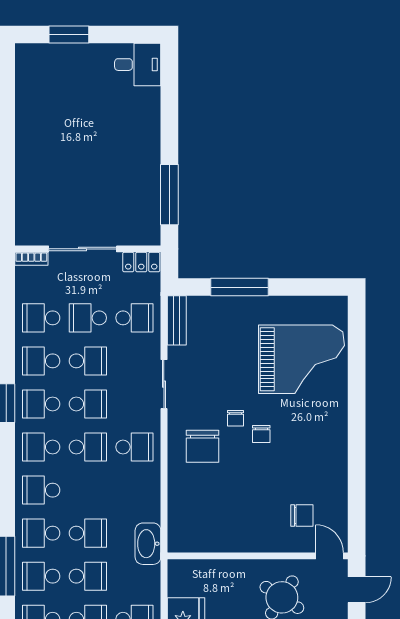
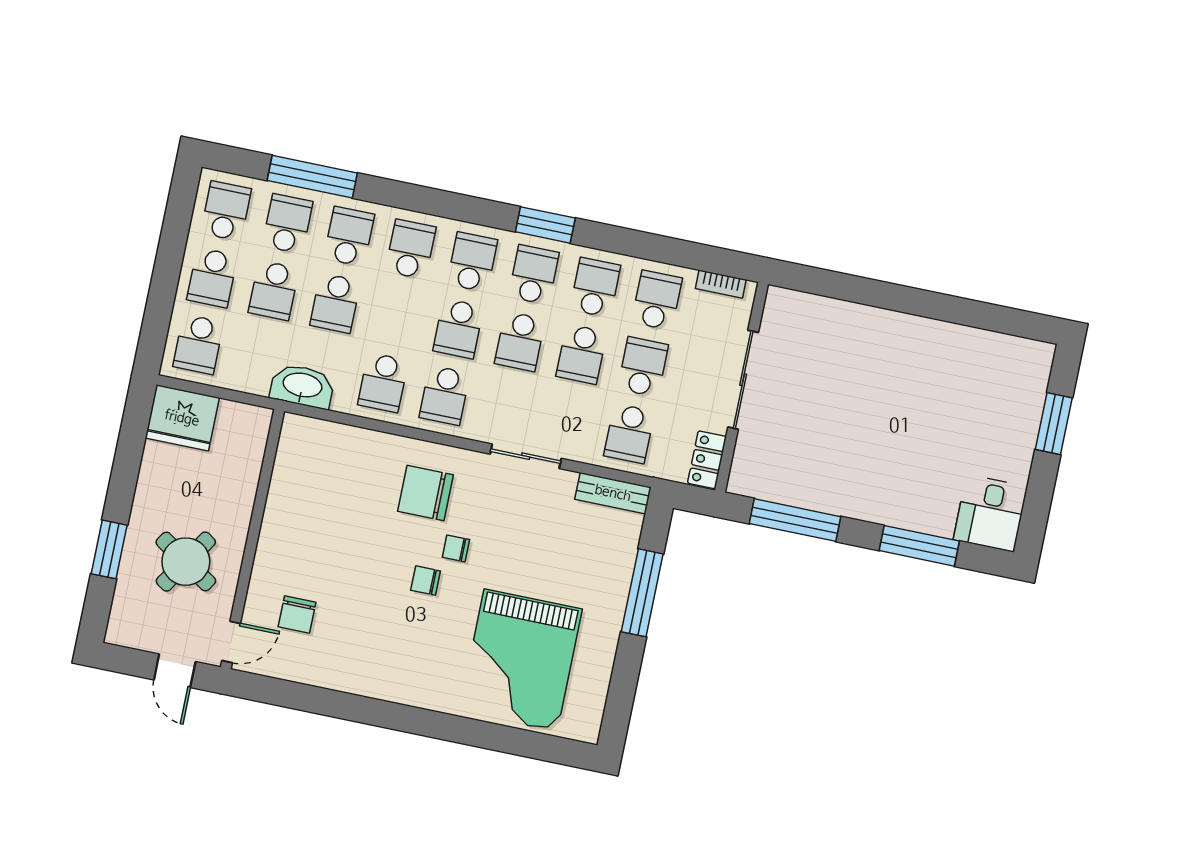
window: (169, 108) -> (919, 546), added
bookcase: (31, 259) -> (721, 284), moved, turned -90
school desk: (134, 490) -> (383, 383), added

